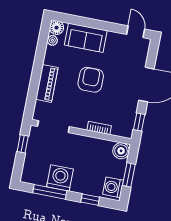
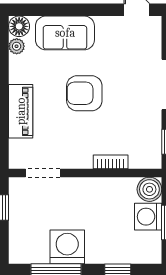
armchair: (91, 80) -> (84, 93), turned -90
doorway: (53, 127) -> (43, 173), width x0.73
washing machine: (113, 187) -> (148, 217), moved

